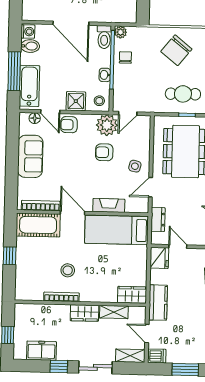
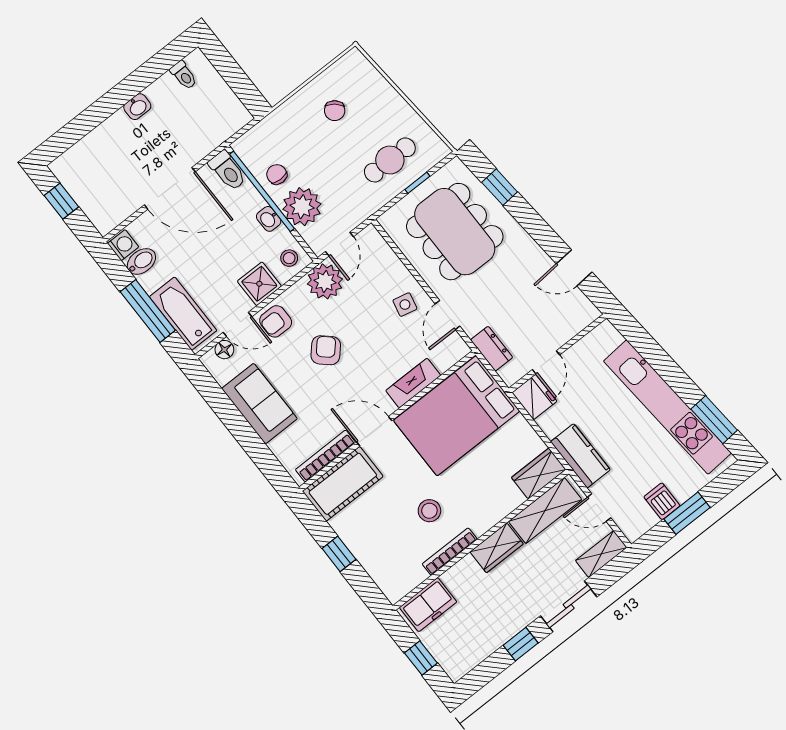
plant: (121, 32) -> (302, 207), moved, width x1.87, depth x1.87
chair: (176, 50) -> (335, 111), width x0.54, depth x0.54
armchair: (104, 152) -> (326, 350), moved, turned 132
bed: (117, 230) -> (457, 416), width x1.50
door: (178, 246) -> (546, 362), swing flipped
shelving: (114, 312) -> (545, 511), width x1.50, depth x1.33
freezer: (41, 351) -> (428, 605), moved, turned 180
dishwasher: (157, 356) -> (662, 501), moved, turned -90

